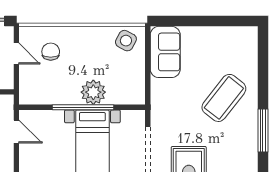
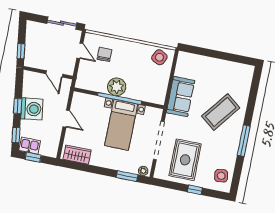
sofa: (165, 52) -> (181, 96), moved
plant: (93, 92) -> (117, 87), moved
door: (16, 132) -> (66, 119), moved

